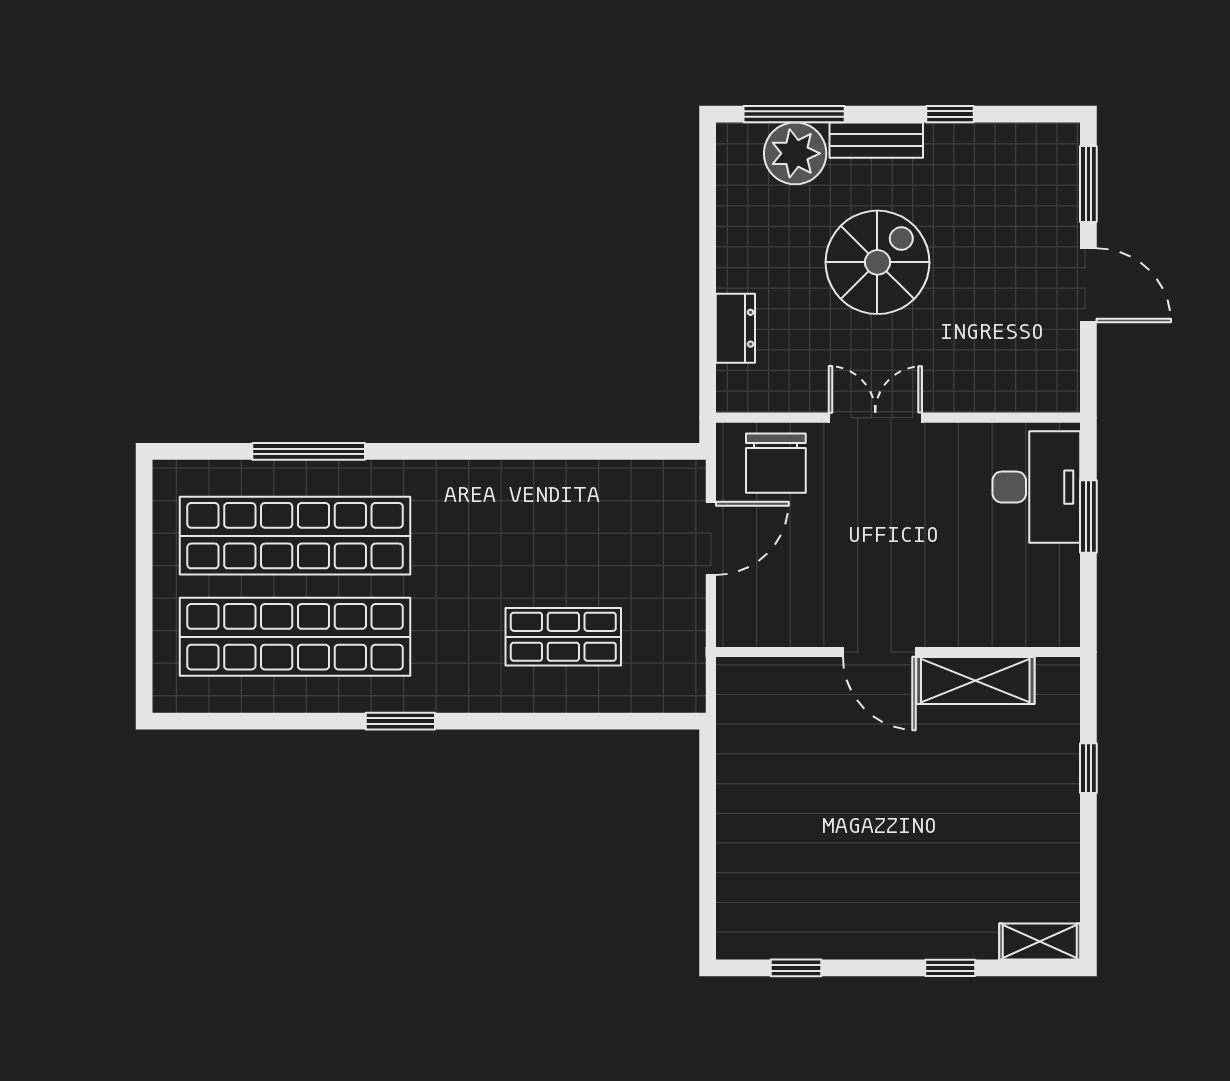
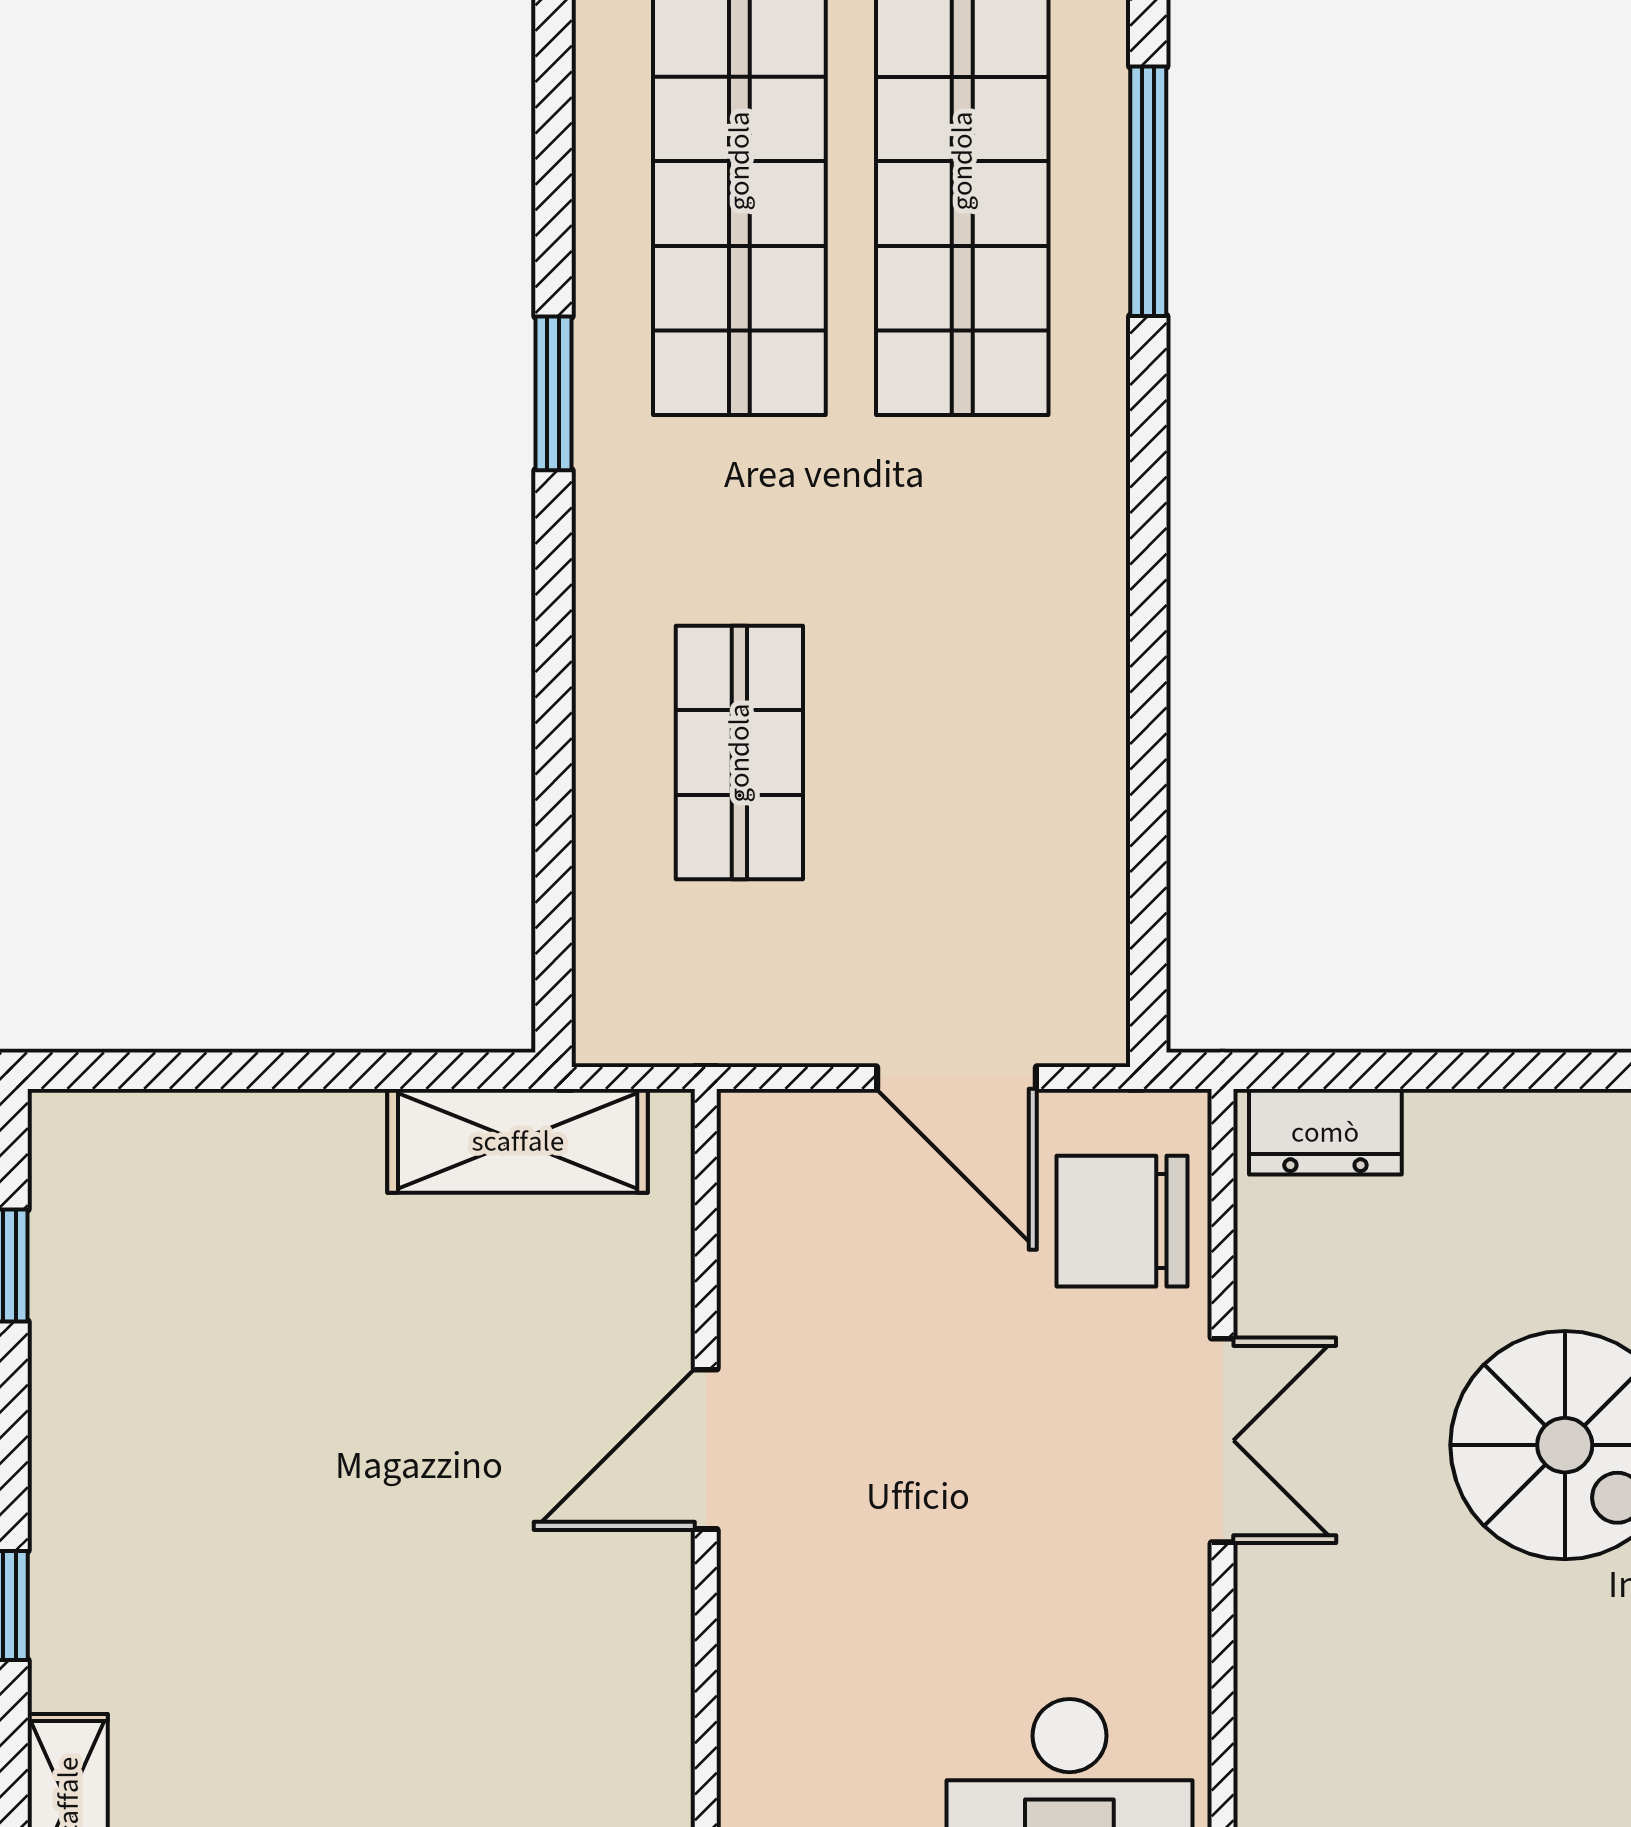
dresser: (735, 328) -> (1325, 1132), moved
shelving: (975, 681) -> (518, 1141), moved, turned 90

